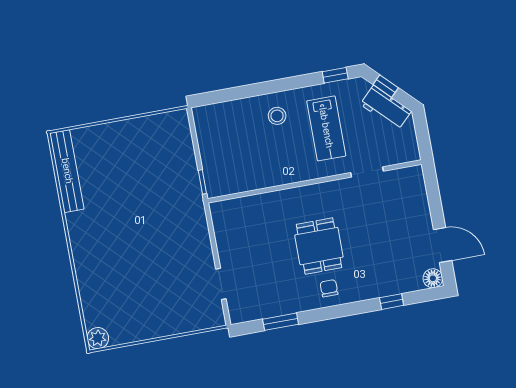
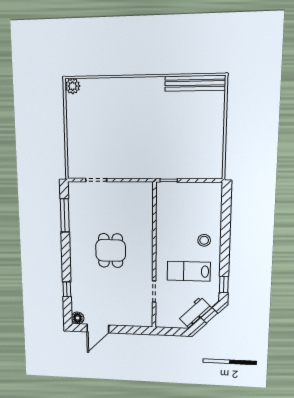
dining table: (319, 246) -> (111, 250), turned 90
chair: (329, 288) -> (82, 251), removed
window: (281, 322) -> (65, 215), width x1.44

